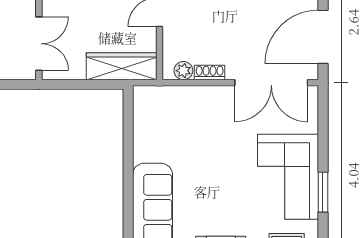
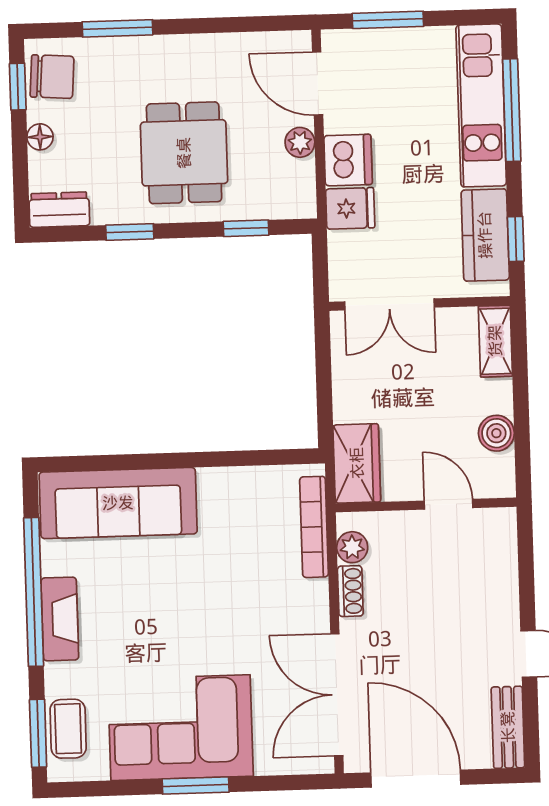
wardrobe: (122, 66) -> (357, 463), width x0.67
bookcase: (170, 93) -> (314, 527), added
window: (323, 192) -> (196, 786), moved

